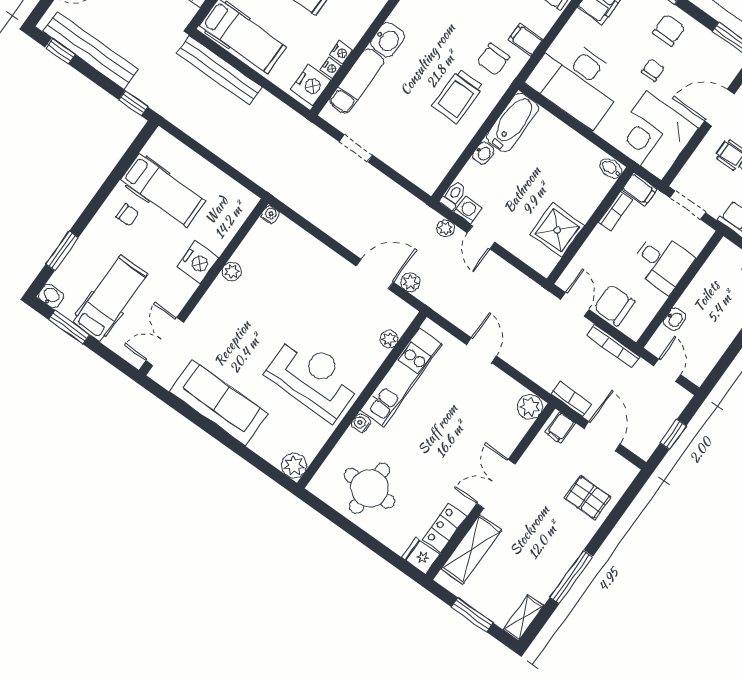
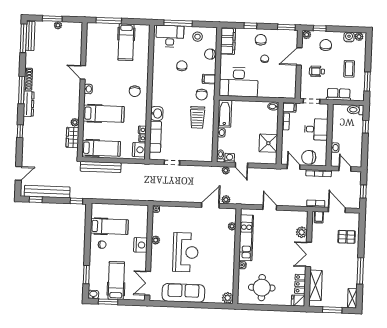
corner desk: (654, 136) -> (281, 83), removed
reception desk: (314, 377) -> (186, 252), moved, turned 90
plant: (530, 407) -> (302, 232), moved

